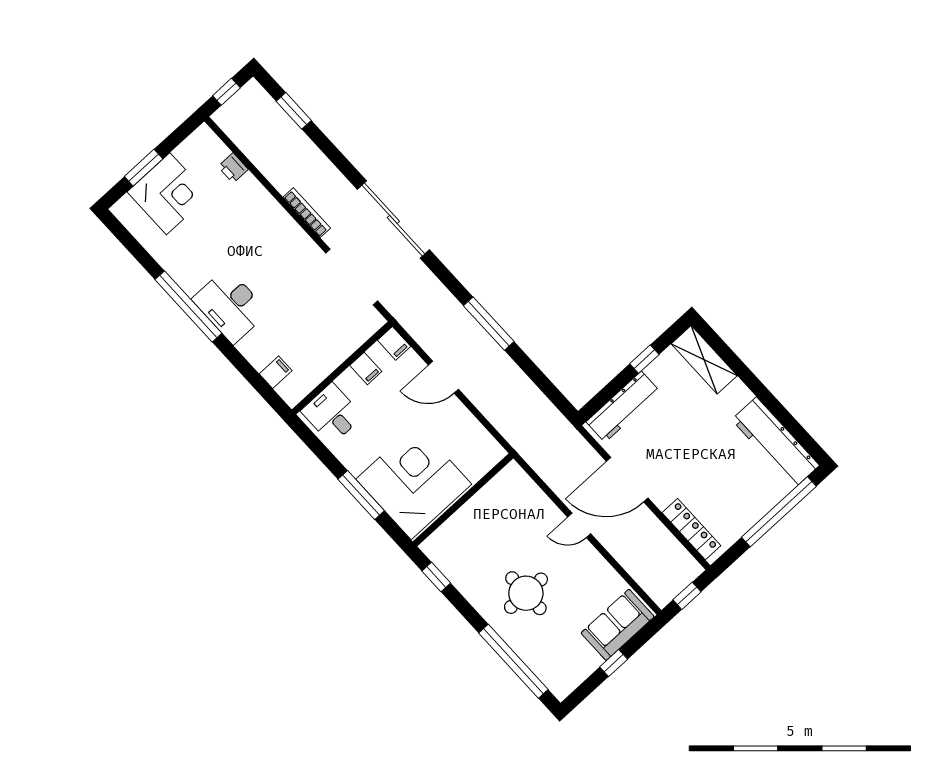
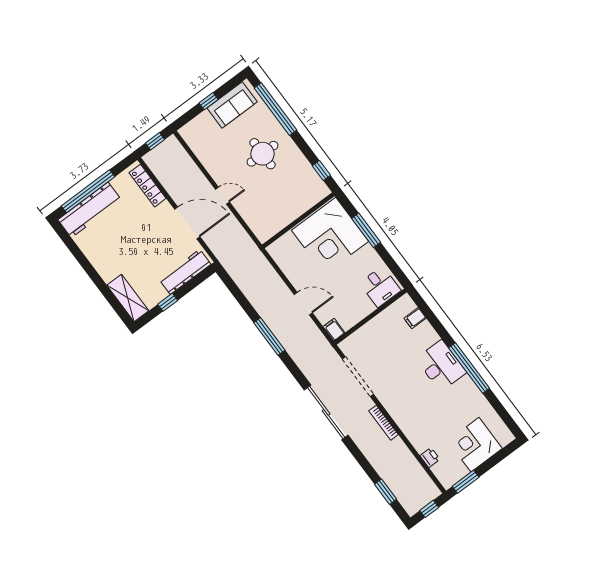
window: (144, 168) -> (466, 482), moved
filing cabinet: (366, 368) -> (355, 315), removed
workbench: (775, 442) -> (90, 210), moved, turned 90
sofa: (618, 625) -> (232, 105), moved

